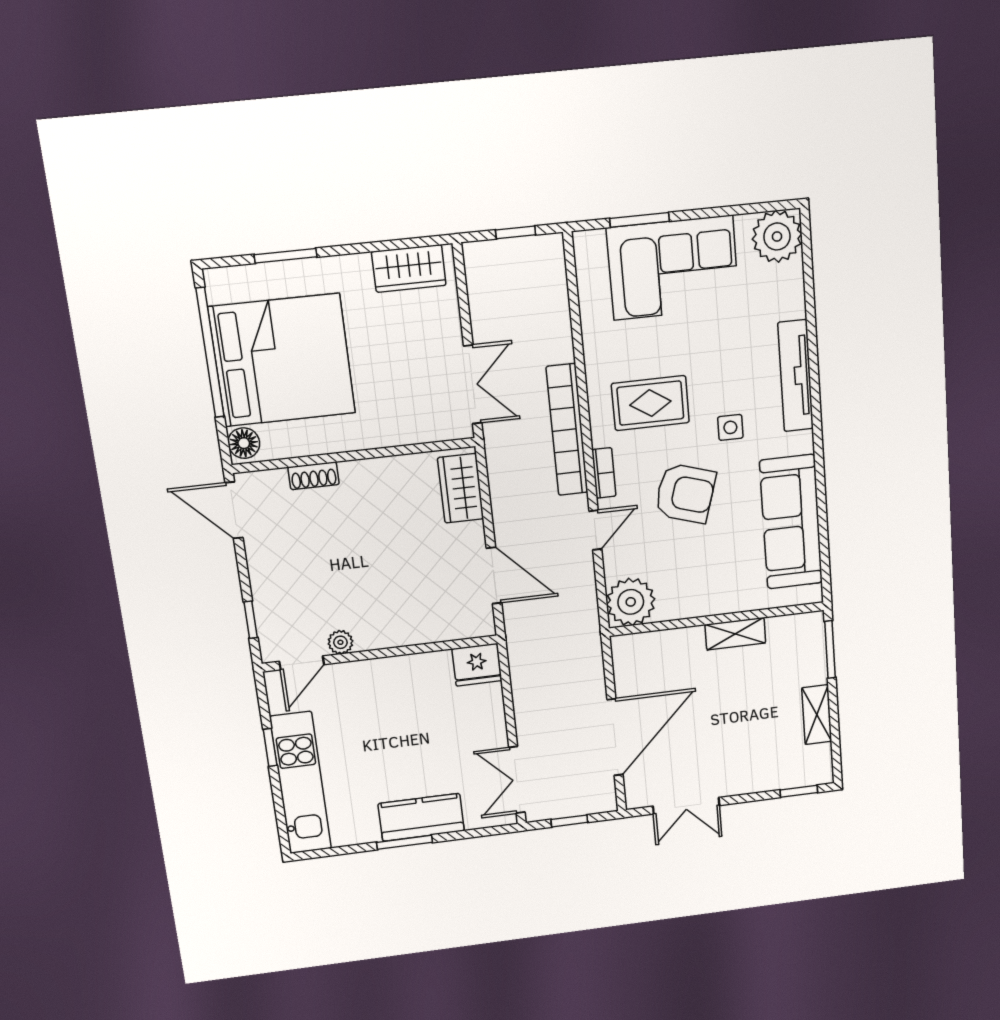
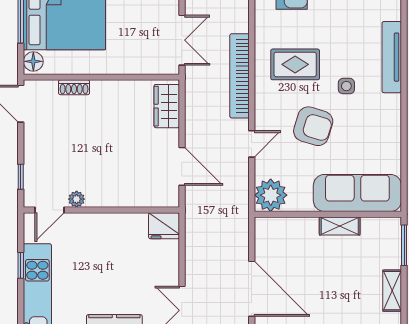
bookcase: (604, 473) -> (261, 107), removed
sofa: (791, 522) -> (357, 193), moved, turned 90
door: (615, 737) -> (252, 289), hinge flipped

